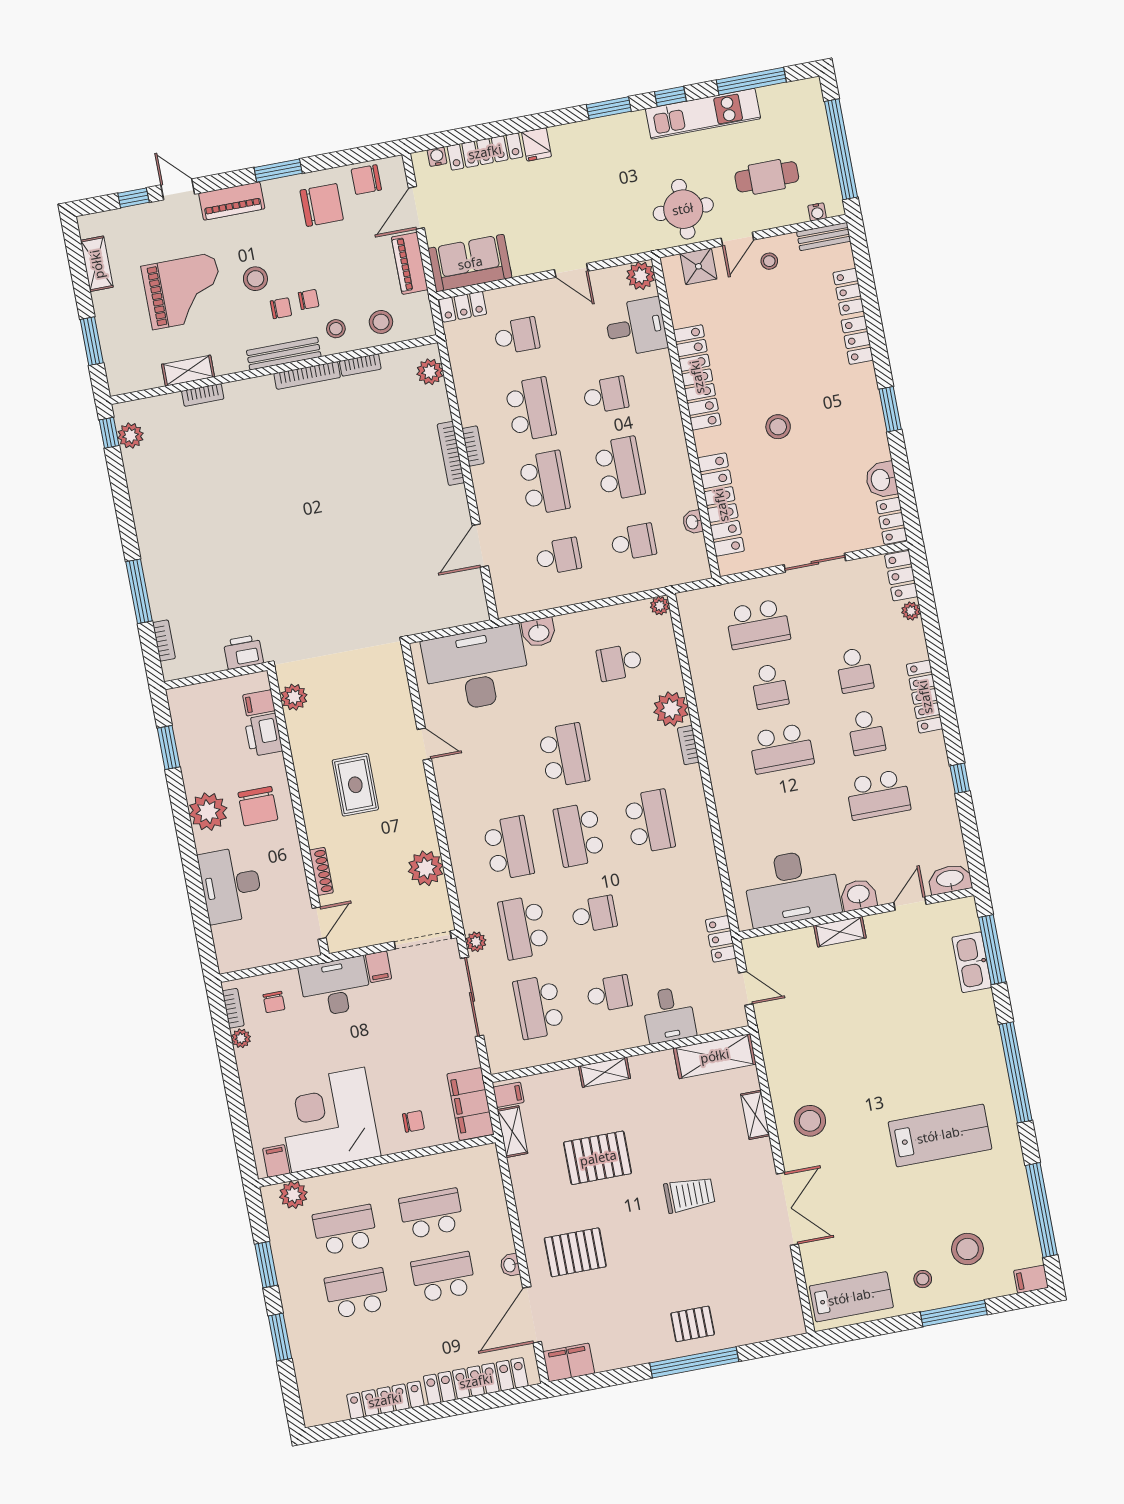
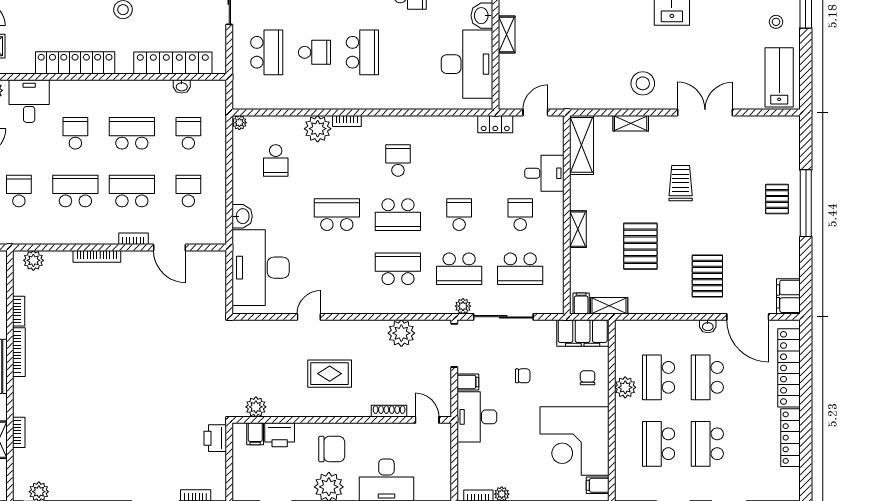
bookcase: (473, 446) -> (133, 239), moved
school desk: (649, 821) -> (398, 160), width x0.54
chair: (274, 1002) -> (523, 376), moved
plant: (293, 1195) -> (625, 387), moved

